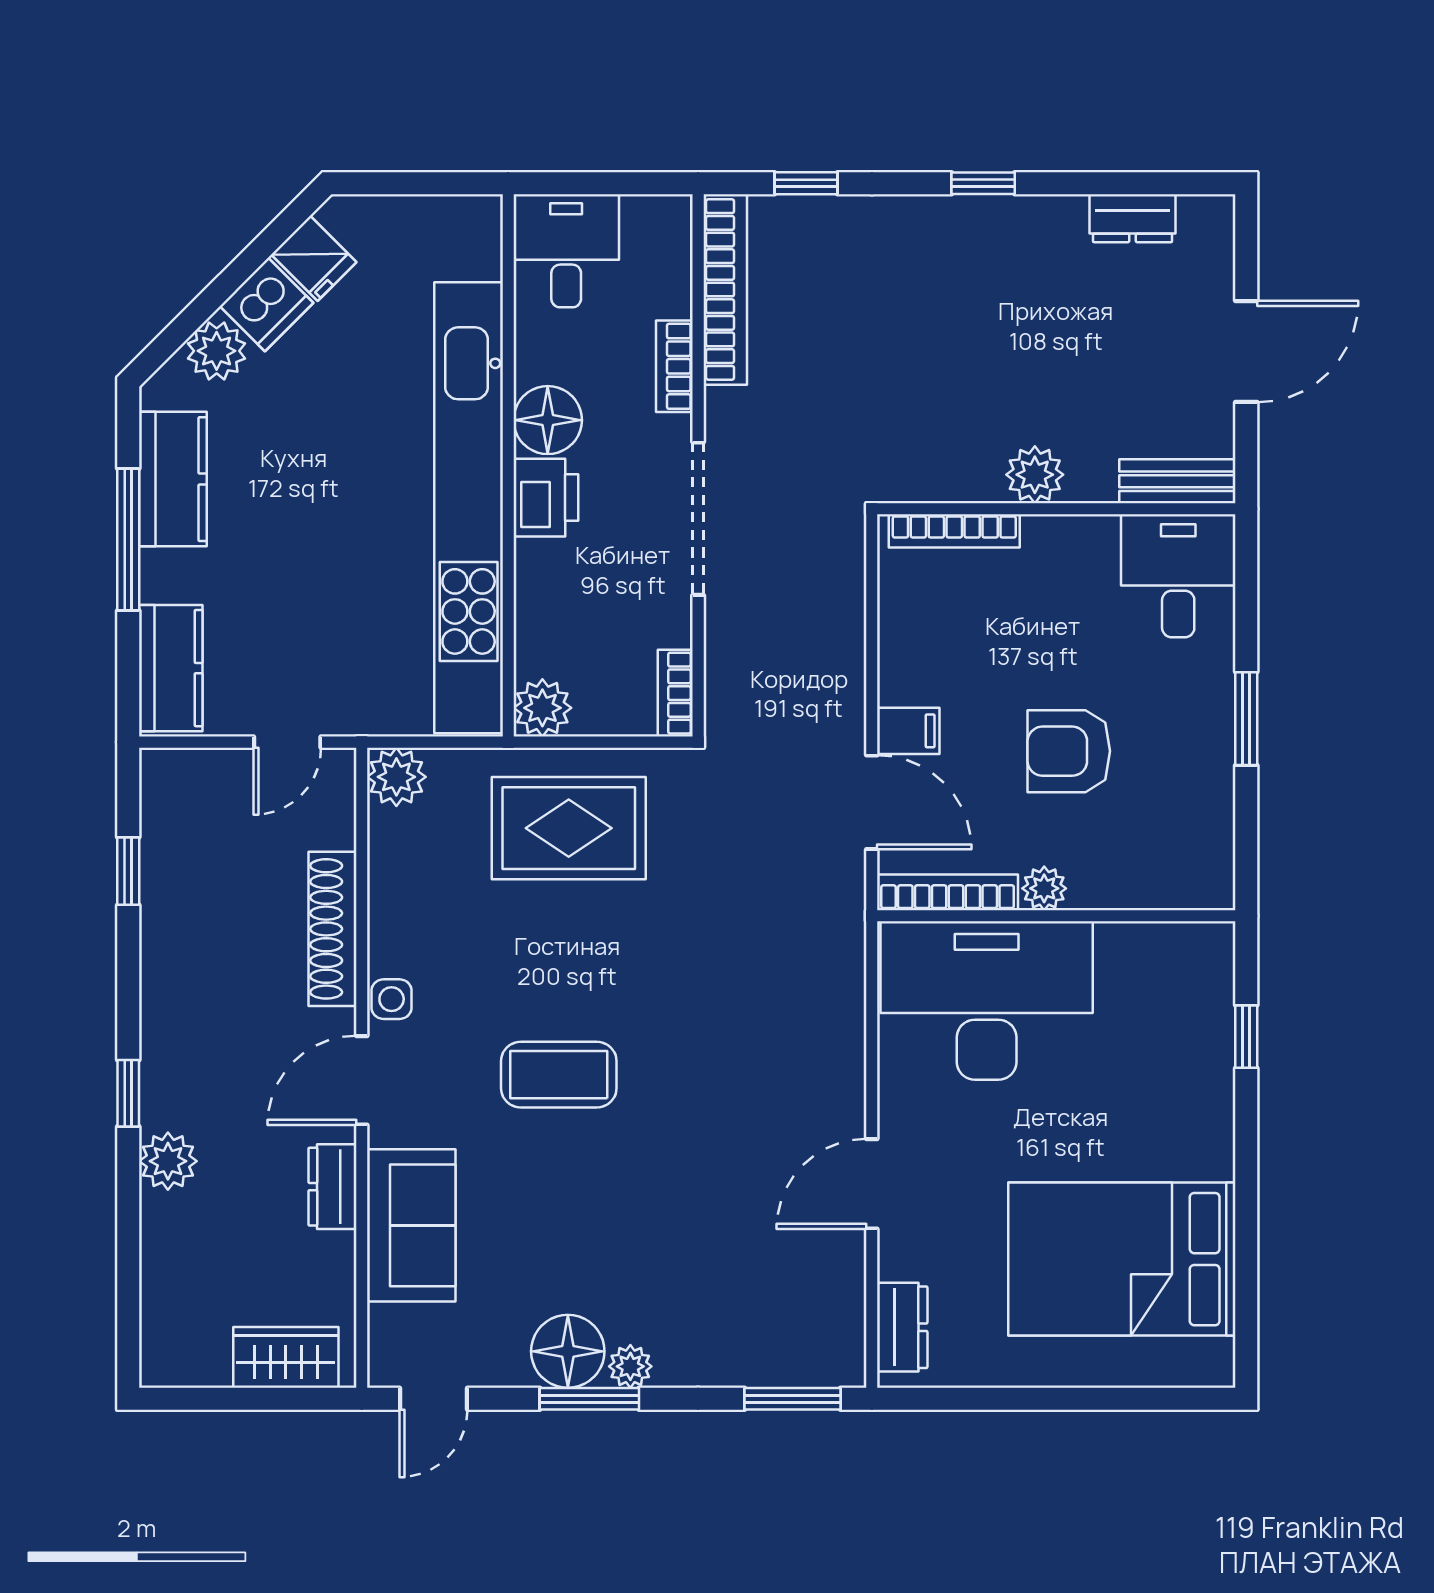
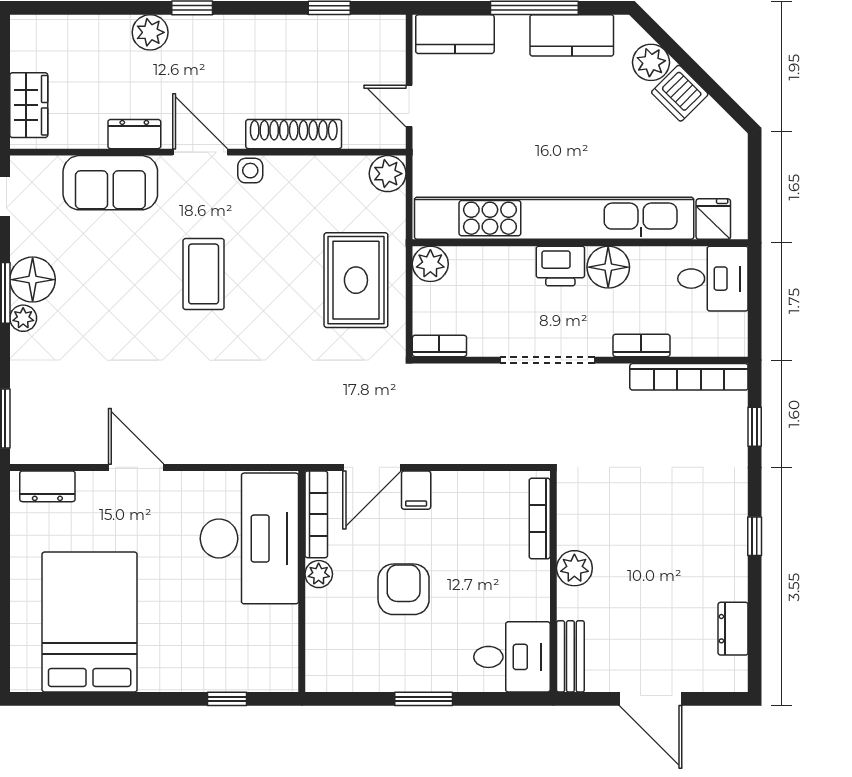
fridge: (314, 258) -> (713, 219), moved, turned 135

